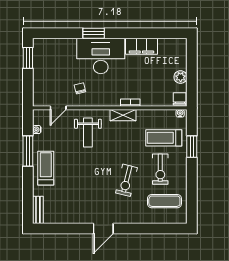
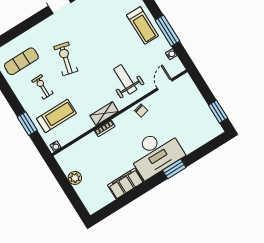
chair: (80, 88) -> (141, 110), moved
chair: (180, 99) -> (64, 158), removed
exercise bike: (160, 169) -> (42, 87), width x0.73, depth x0.72

